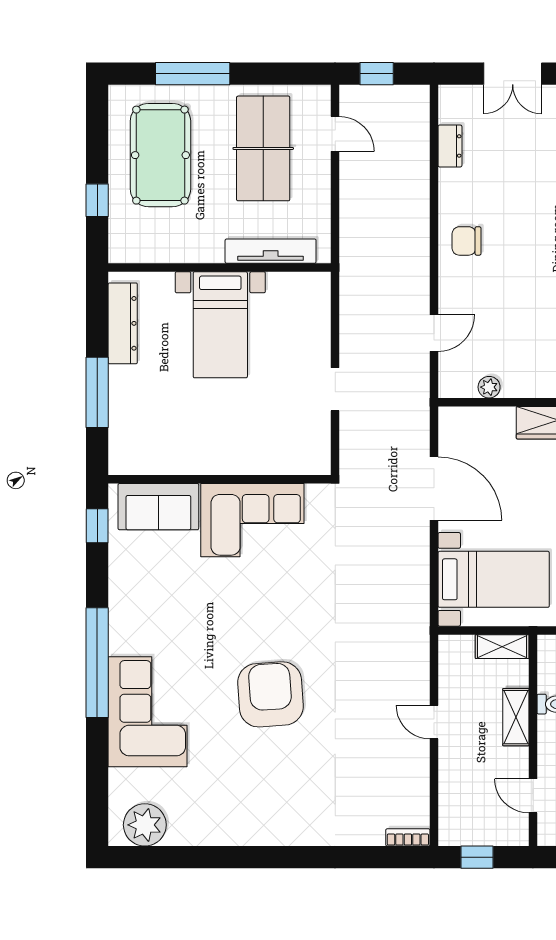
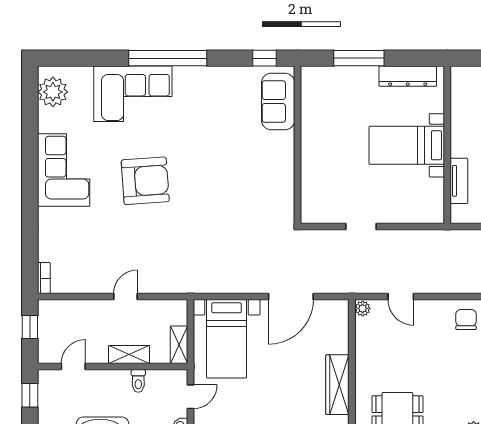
tv unit: (271, 251) -> (459, 181), width x0.71
plant: (489, 387) -> (363, 308), moved
corner sofa: (252, 520) -> (64, 170), moved, turned 180

